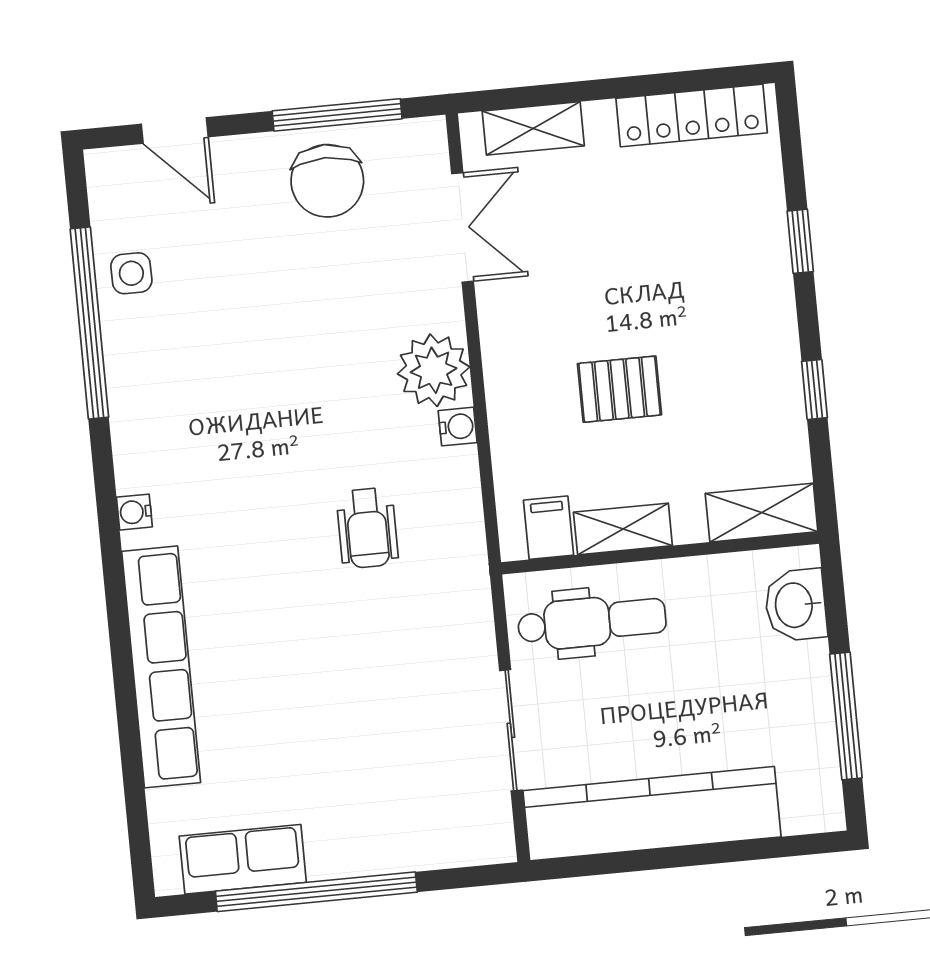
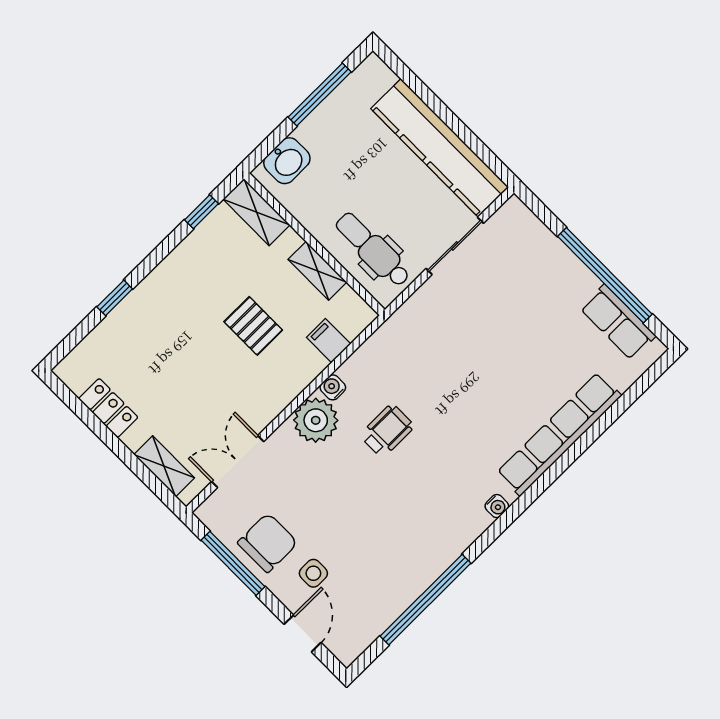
locker: (692, 116) -> (108, 408), width x0.66
side table: (131, 273) -> (313, 573), moved
window: (814, 389) -> (201, 212), moved
wheelchair: (367, 528) -> (387, 431), moved
filing cabinet: (548, 528) -> (329, 341), moved, turned 90

